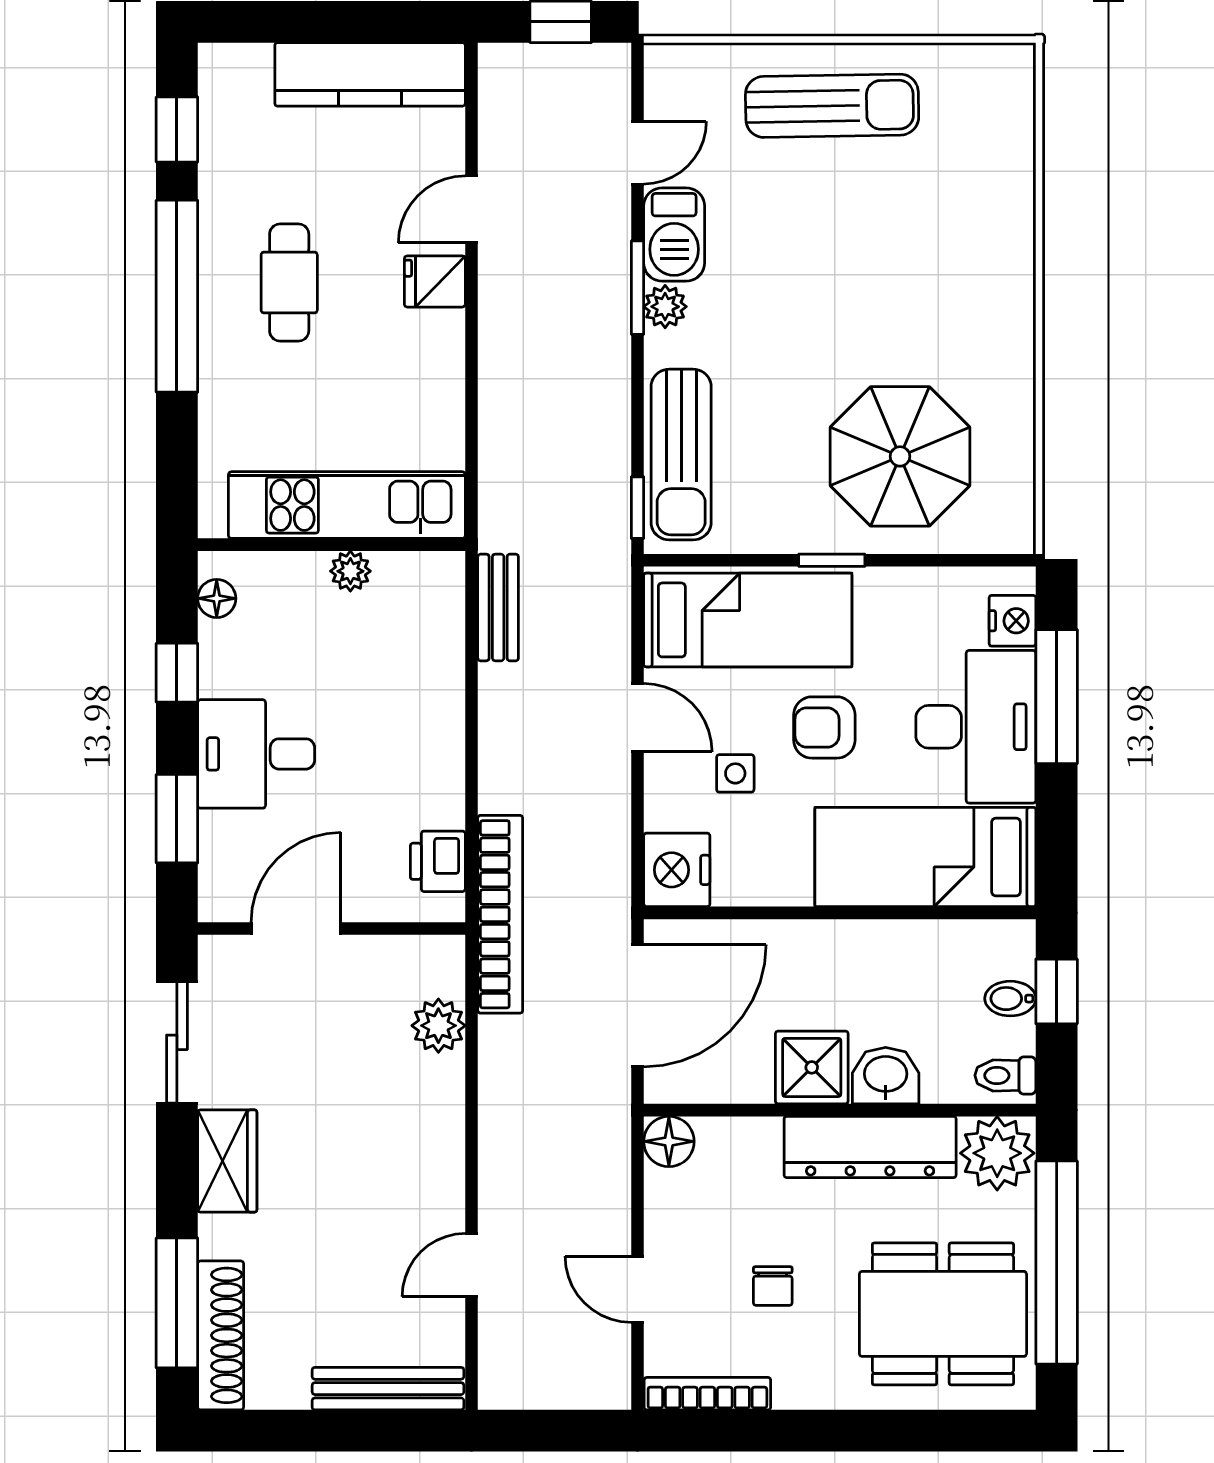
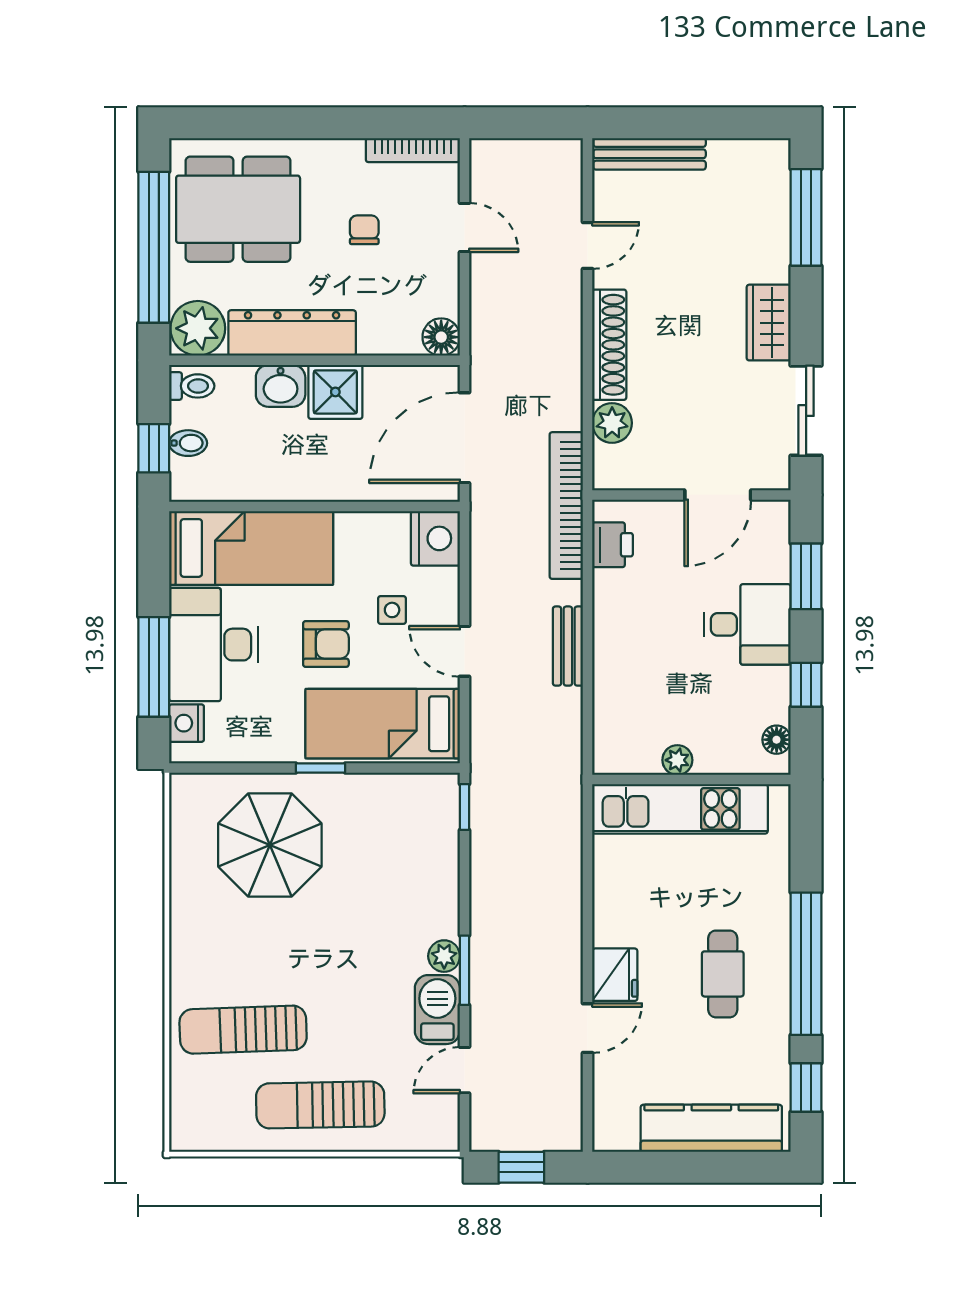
kitchen counter: (370, 74) -> (711, 1128), moved
fridge: (435, 281) -> (615, 975), width x1.38
sun lounger: (681, 455) -> (243, 1030), moved, turned -92
bench: (498, 607) -> (568, 646), moved
shoe rack: (221, 1335) -> (609, 345), moved, turned 180

